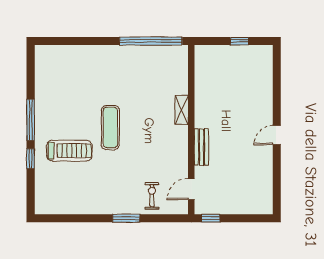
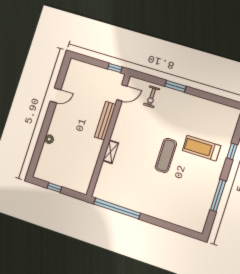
plant: (267, 101) -> (49, 139), added
window: (31, 120) -> (218, 195), moved
door: (277, 135) -> (55, 95), moved
bench: (201, 147) -> (105, 121), width x1.36

